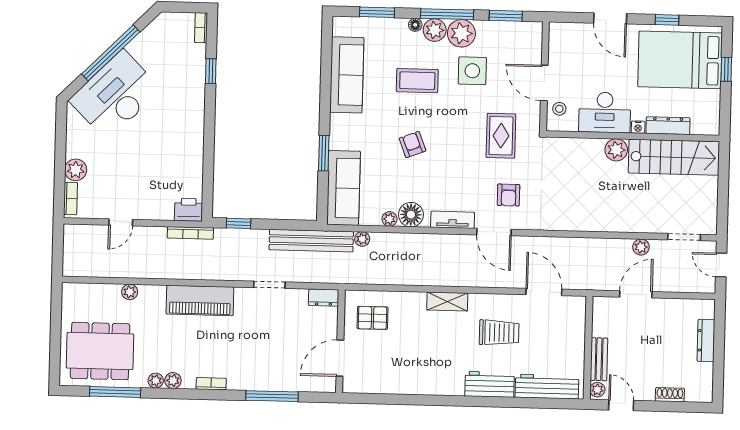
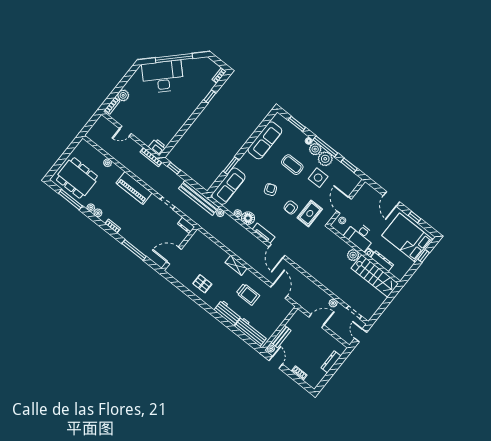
armchair: (509, 195) -> (291, 207), moved
pallet: (372, 318) -> (202, 284), moved

